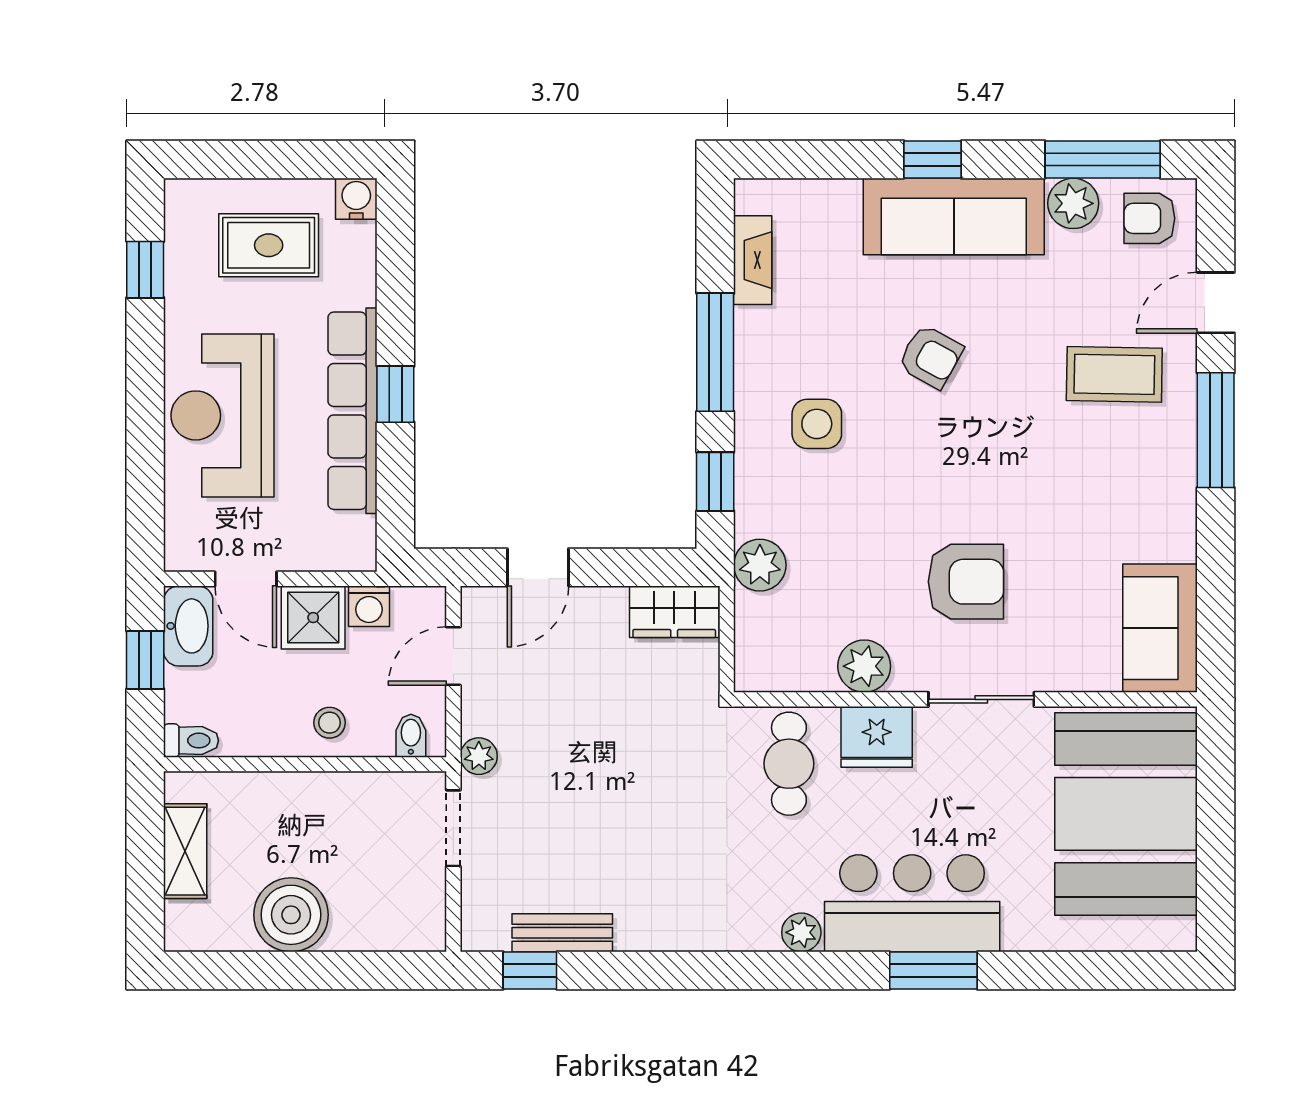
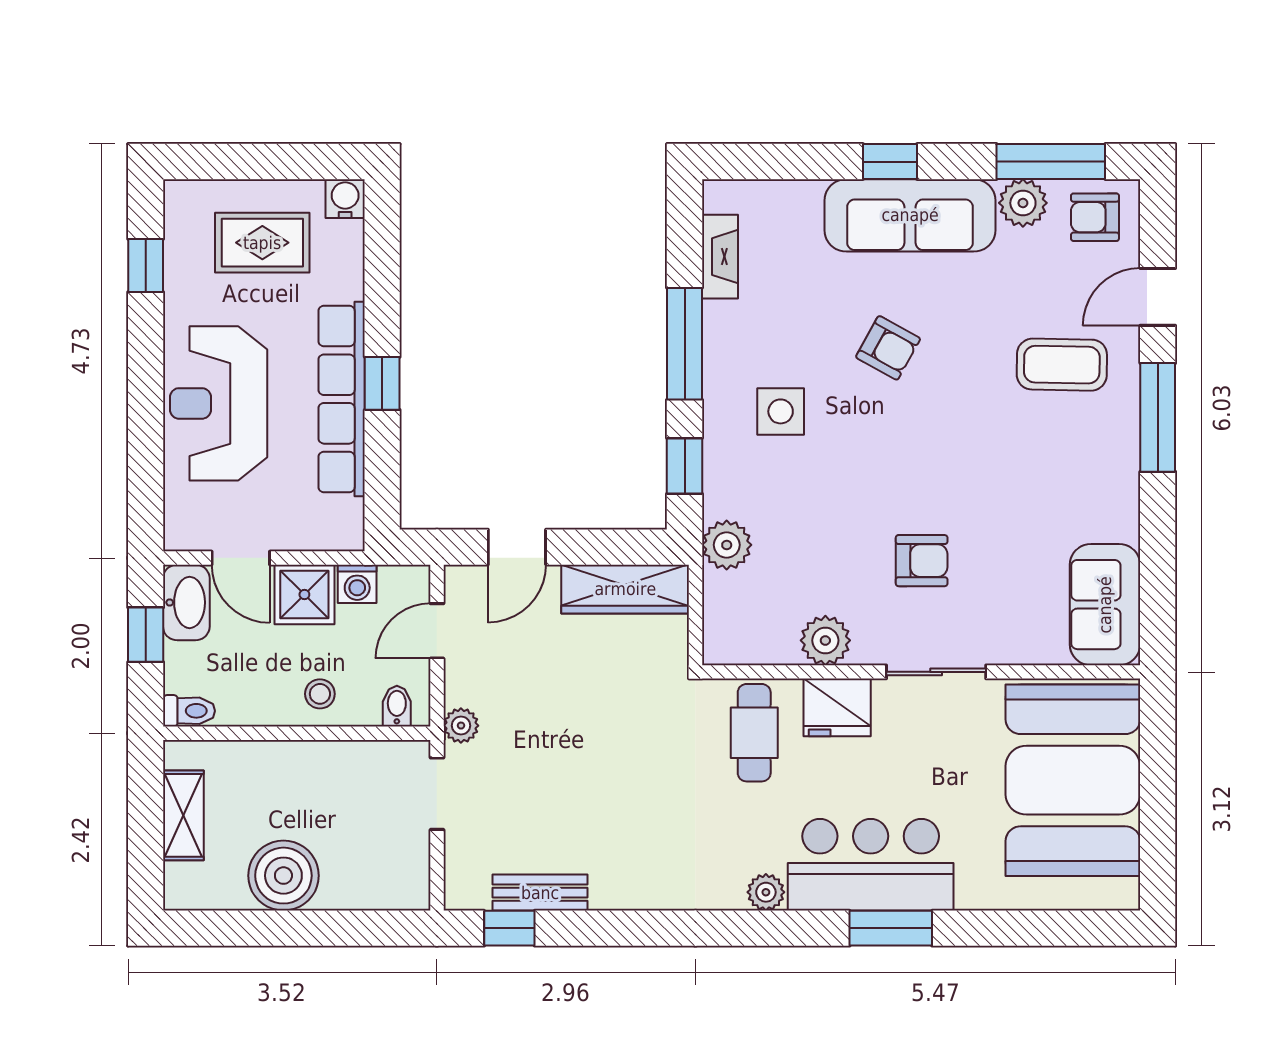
armchair: (966, 582) -> (922, 561), width x0.72, depth x0.72
wardrobe: (674, 612) -> (625, 589), width x1.50

